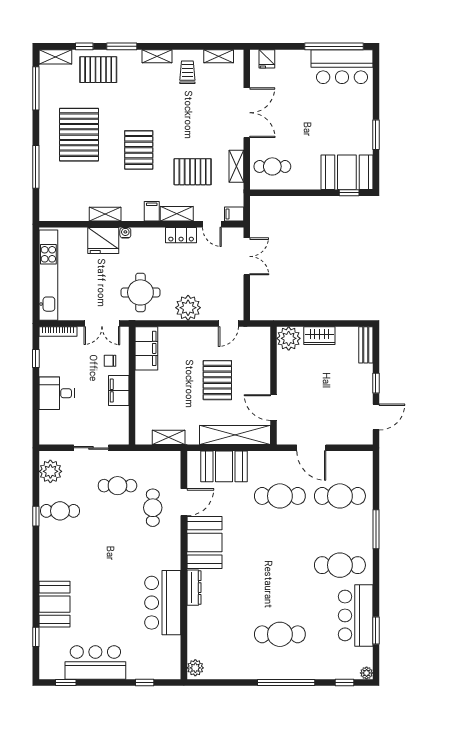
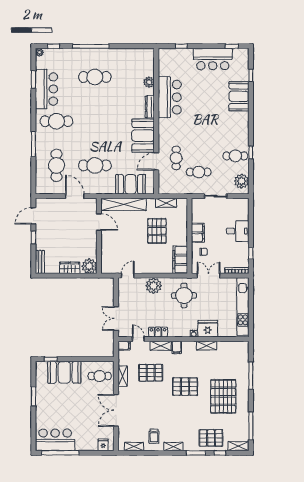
pallet: (139, 150) -> (185, 387), turned 90
booth: (347, 172) -> (64, 372), moved
pallet: (217, 380) -> (157, 231), moved
cafe table: (340, 496) -> (56, 165), turned 90
plant: (195, 668) -> (149, 82), moved

